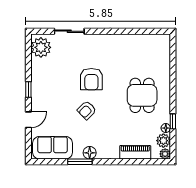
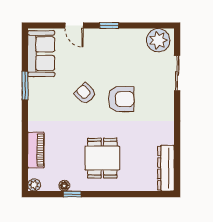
dresser: (151, 41) -> (166, 168), added
armchair: (91, 79) -> (121, 99), turned 180
dining table: (142, 95) -> (102, 158), turned 90
plant: (163, 141) -> (50, 183), removed
floor lamp: (90, 153) -> (35, 97), removed

